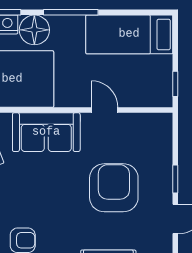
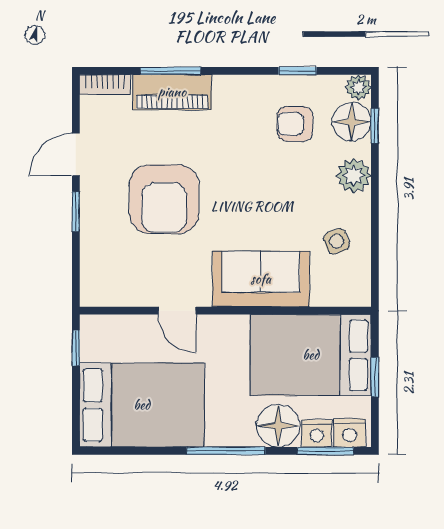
bed: (129, 34) -> (142, 405), width x1.50

